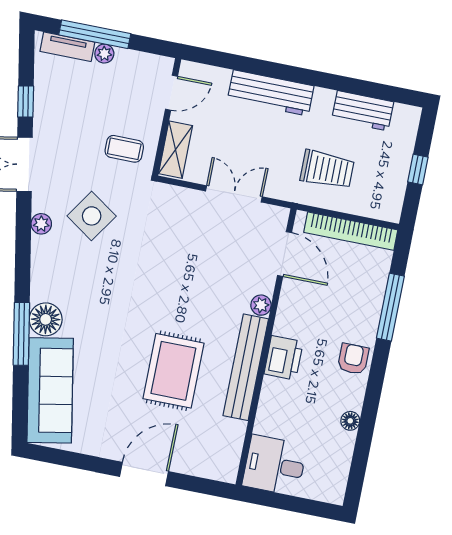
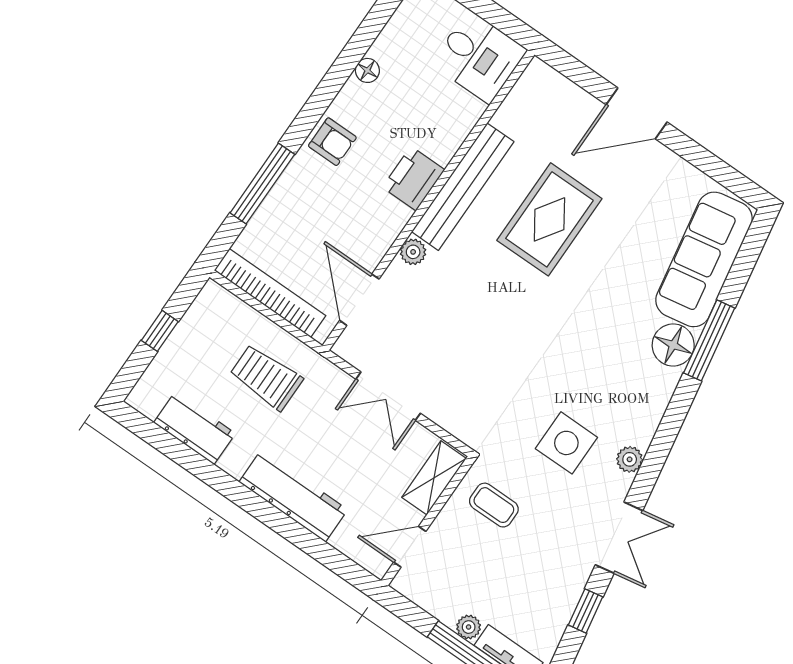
side table: (92, 216) -> (566, 443), turned -34
armchair: (353, 359) -> (332, 142), turned -90

